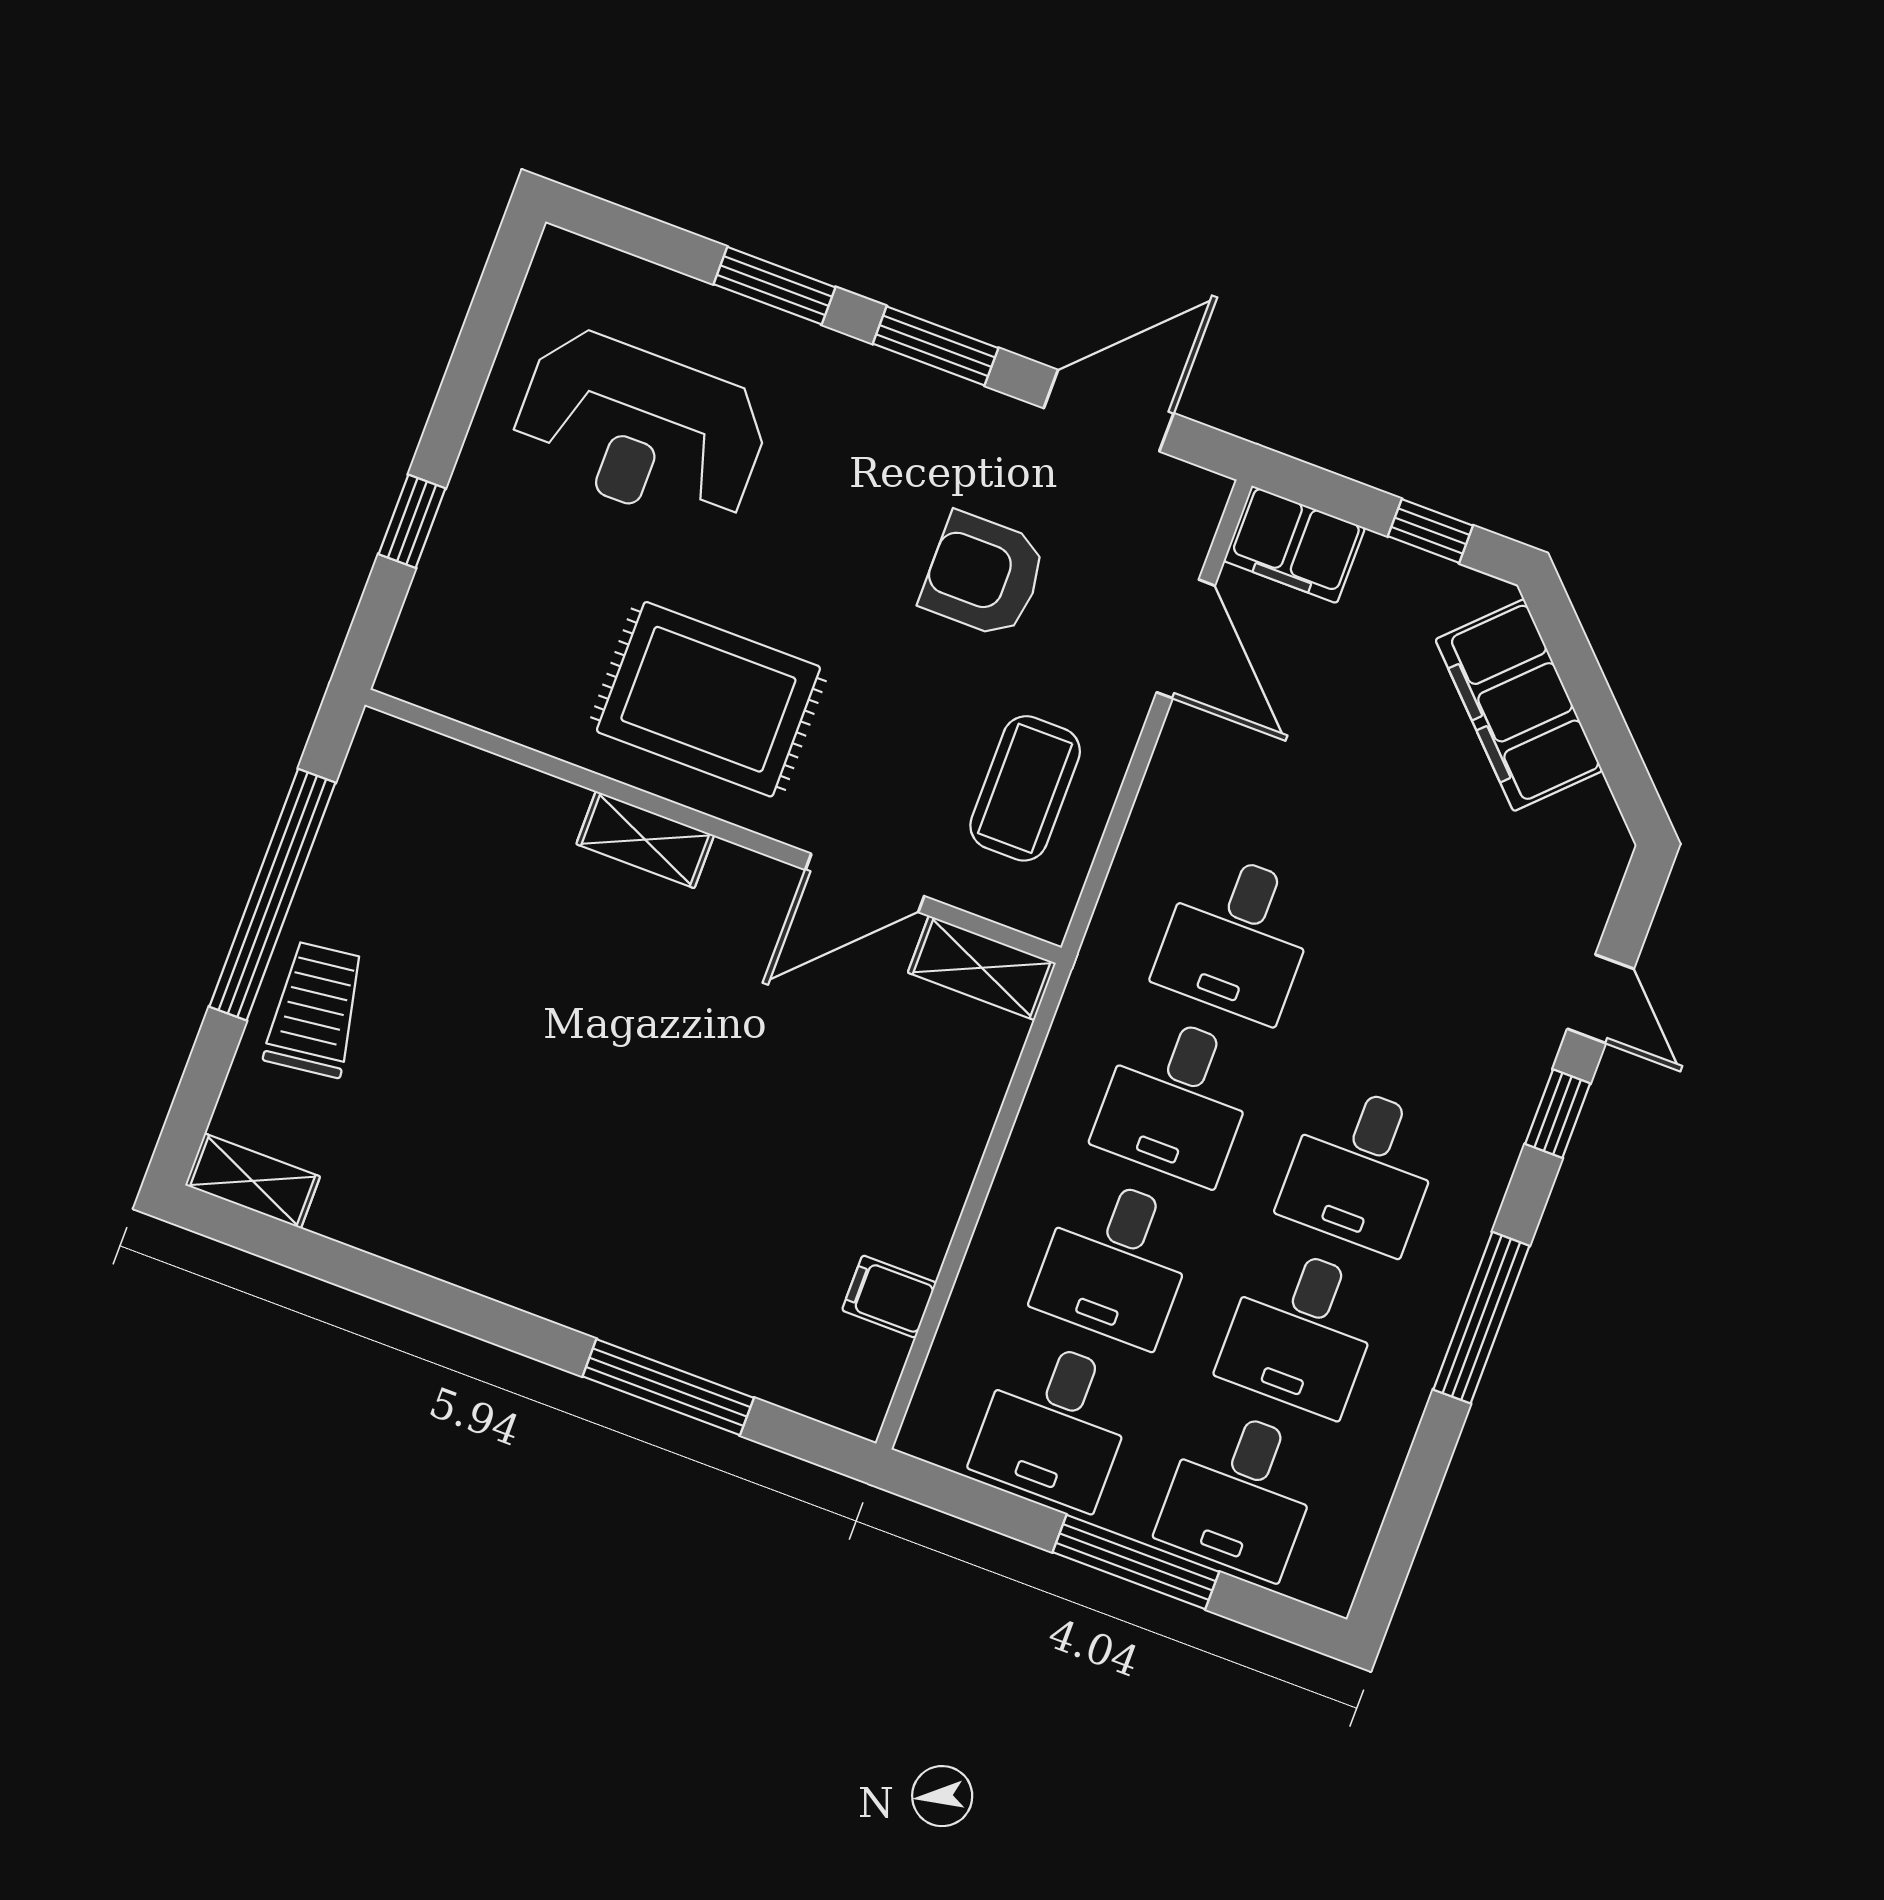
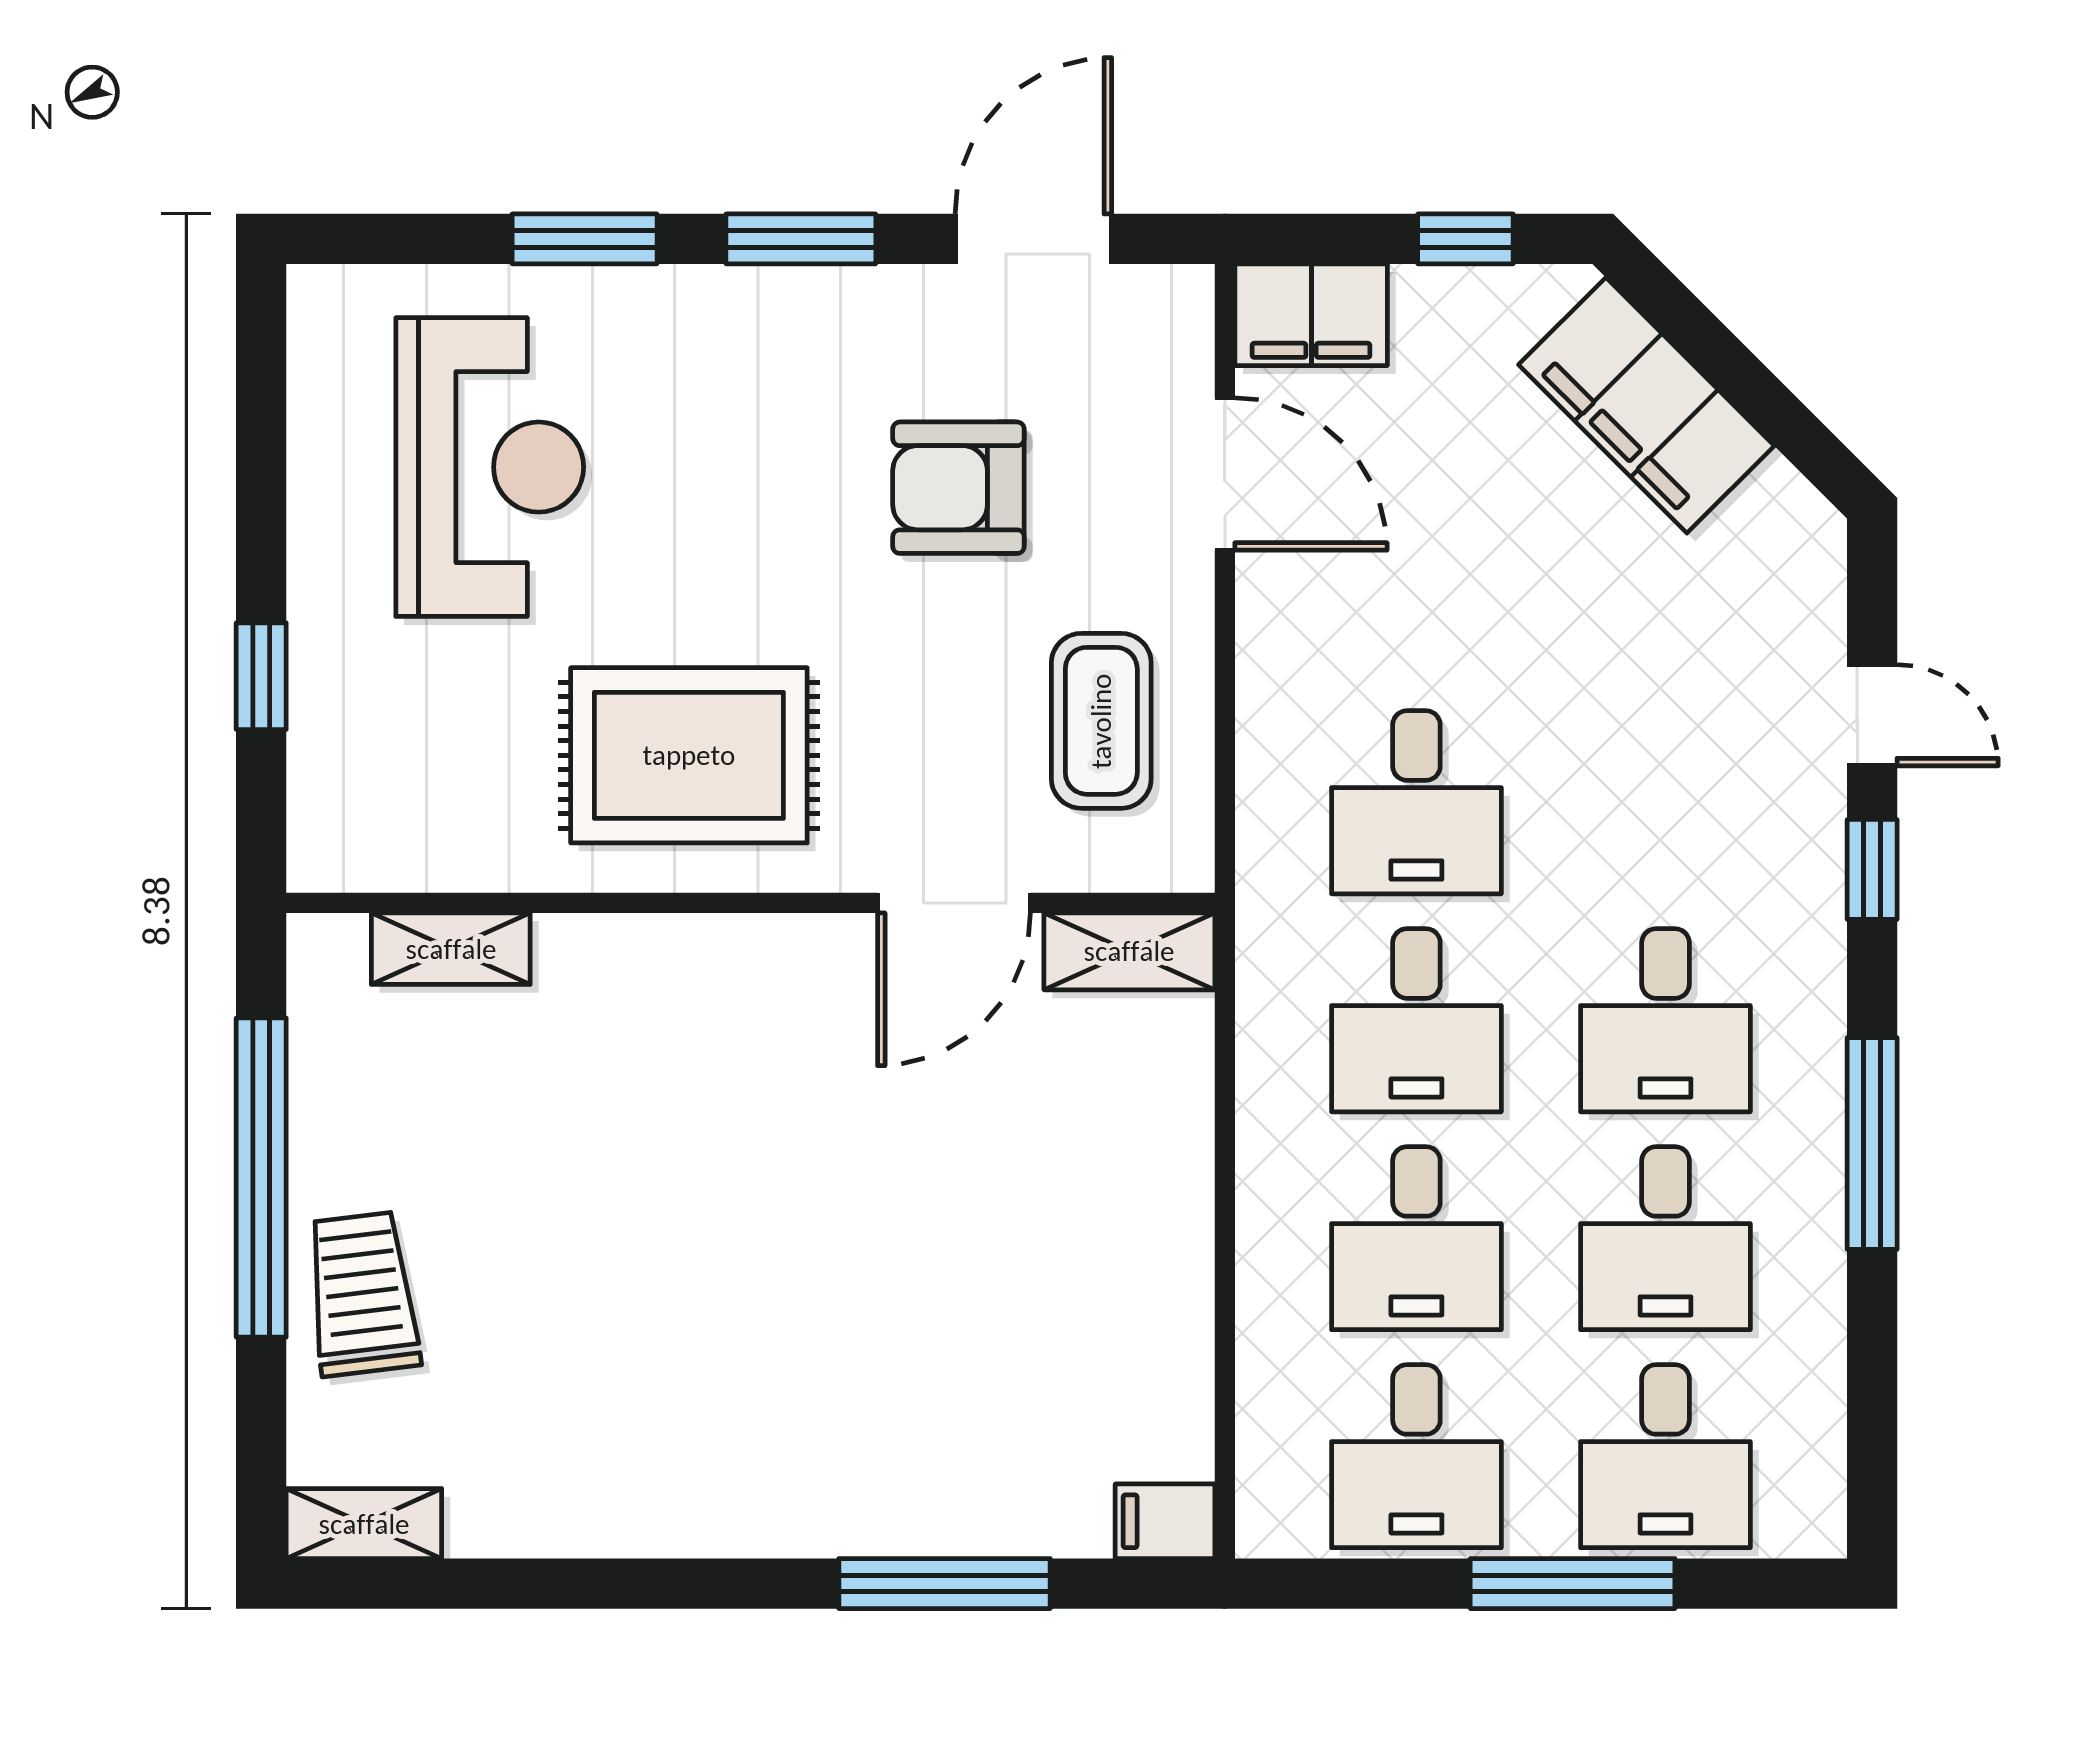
reception desk: (640, 429) -> (490, 467), turned -90
shelving: (645, 840) -> (451, 949), moved
filing cabinet: (889, 1297) -> (1165, 1521), moved

